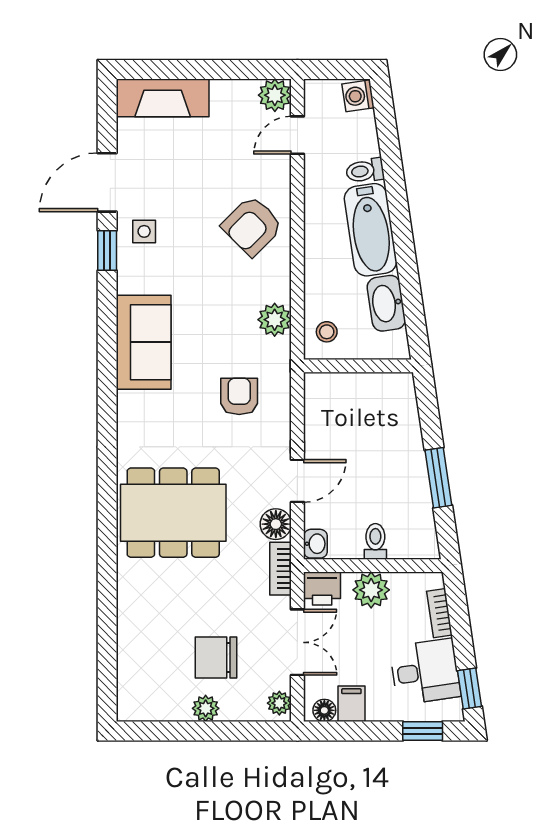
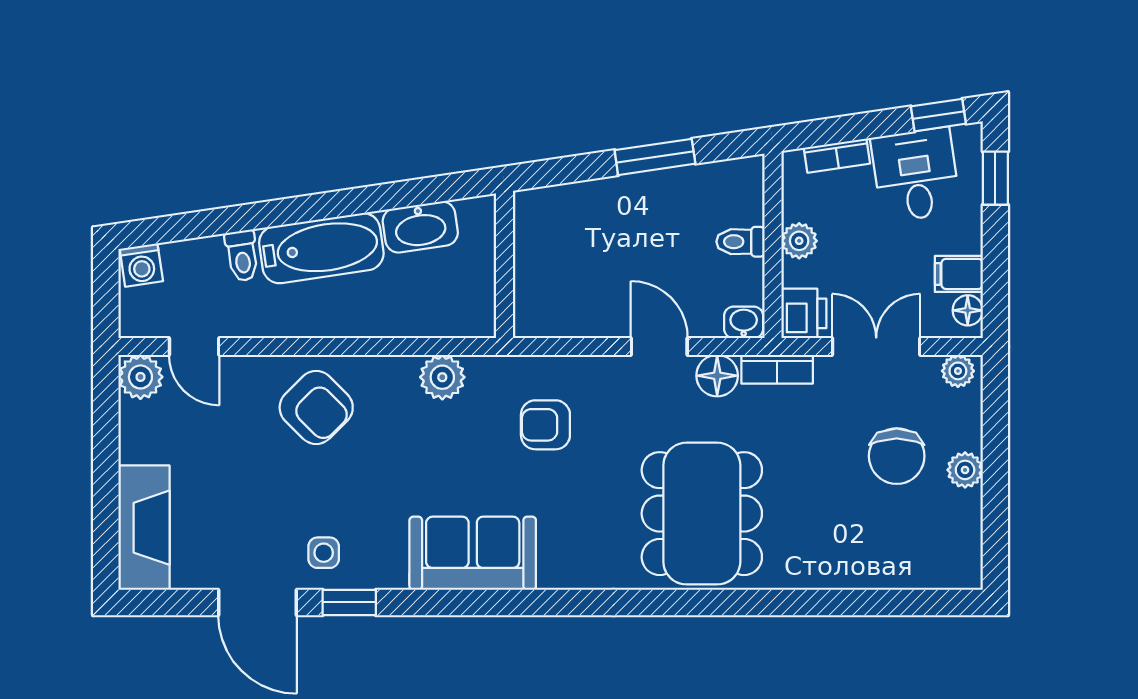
stool: (327, 332) -> (459, 307), removed
plant: (371, 590) -> (799, 241), width x0.73, depth x0.73

